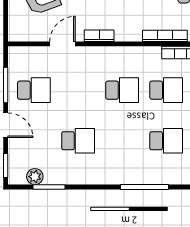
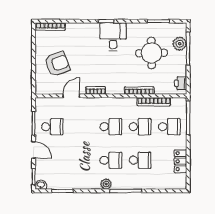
school desk: (78, 141) -> (111, 160), moved
plant: (35, 177) -> (106, 184), moved
washbasin: (17, 178) -> (41, 185), added

